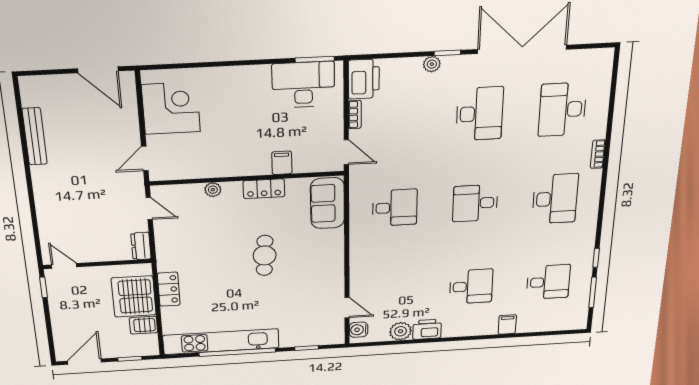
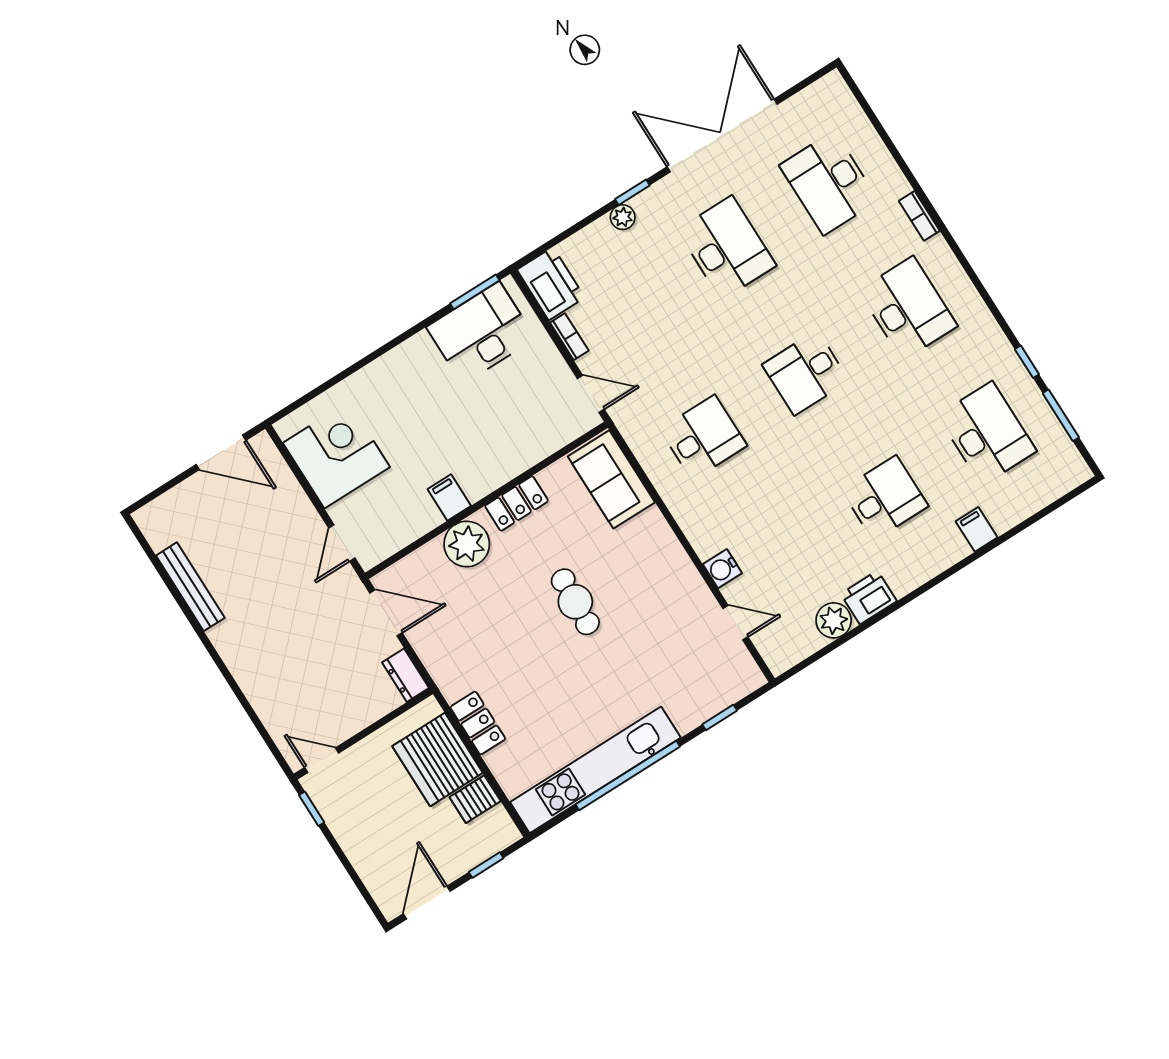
filing cabinet: (282, 163) -> (449, 497), moved
plant: (213, 190) -> (467, 544), width x1.88, depth x1.88
door: (149, 209) -> (386, 613), width x1.38
desk: (548, 282) -> (987, 433), width x1.37
water cooler: (358, 330) -> (722, 569), moved

